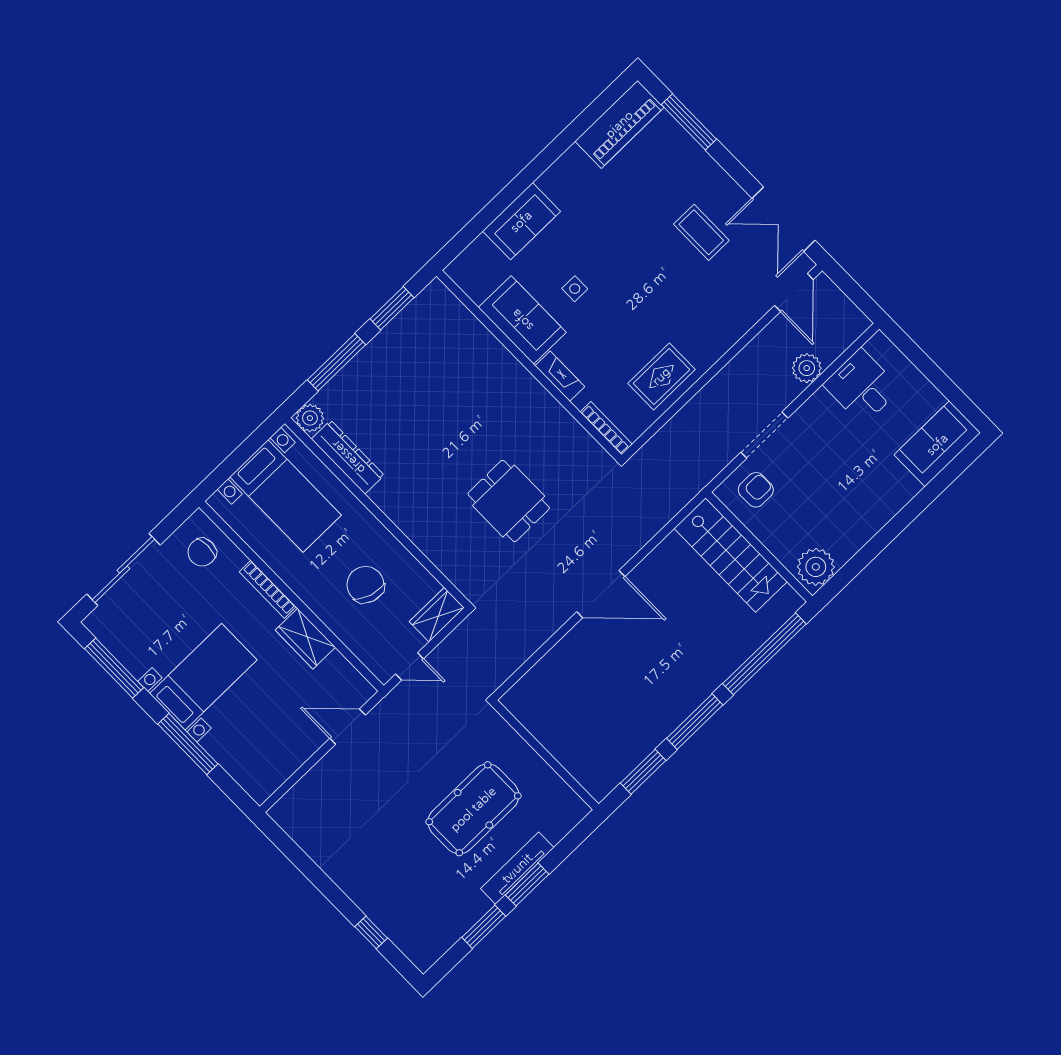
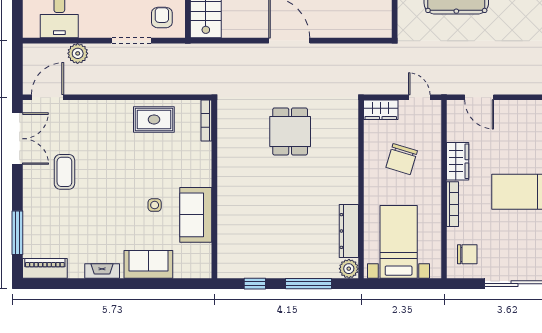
piano: (619, 124) -> (45, 268), width x0.73, depth x0.75
window: (392, 308) -> (255, 284), width x0.67
fireplace: (560, 376) -> (102, 271), moved, turned 90
armchair: (756, 490) -> (162, 18), turned 90

